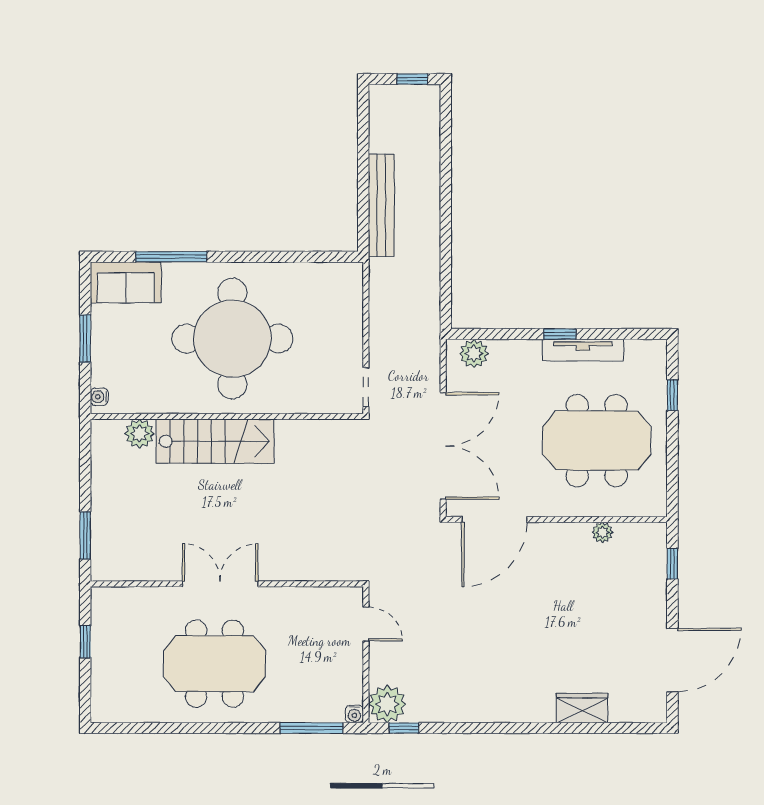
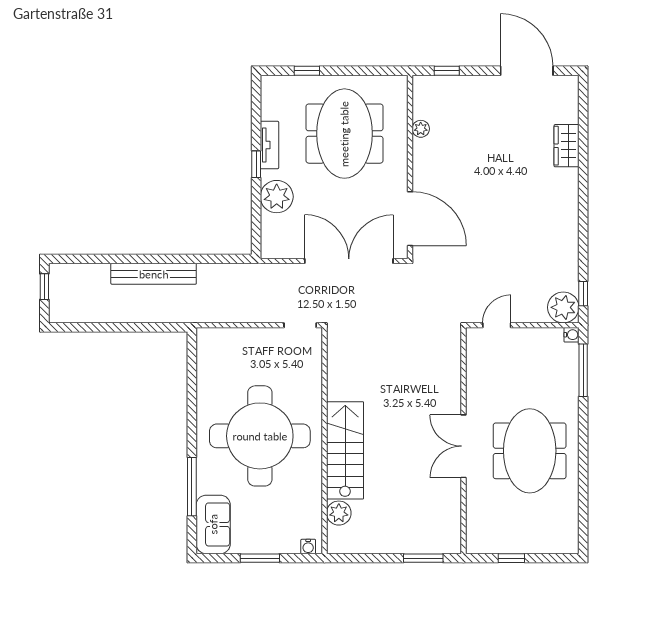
bench: (381, 205) -> (154, 274), moved
tv unit: (583, 350) -> (269, 145), width x0.71
plant: (474, 354) -> (277, 197), moved, width x1.36, depth x1.36

